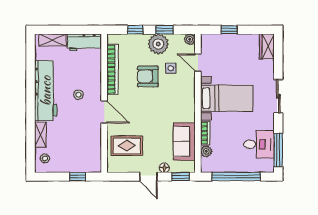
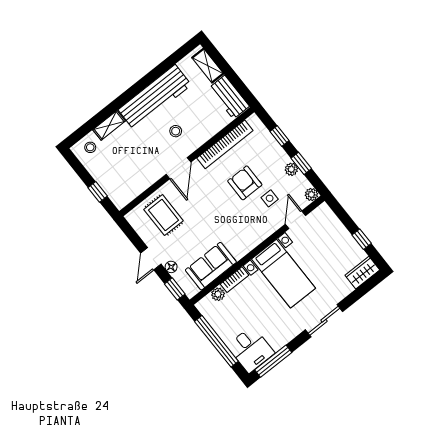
window: (229, 30) -> (362, 239), moved
plant: (158, 44) -> (291, 169), width x0.53, depth x0.53
desk: (259, 144) -> (251, 349), moved

